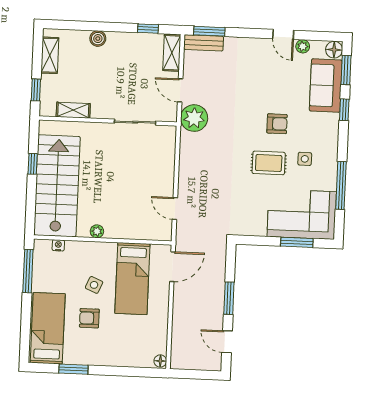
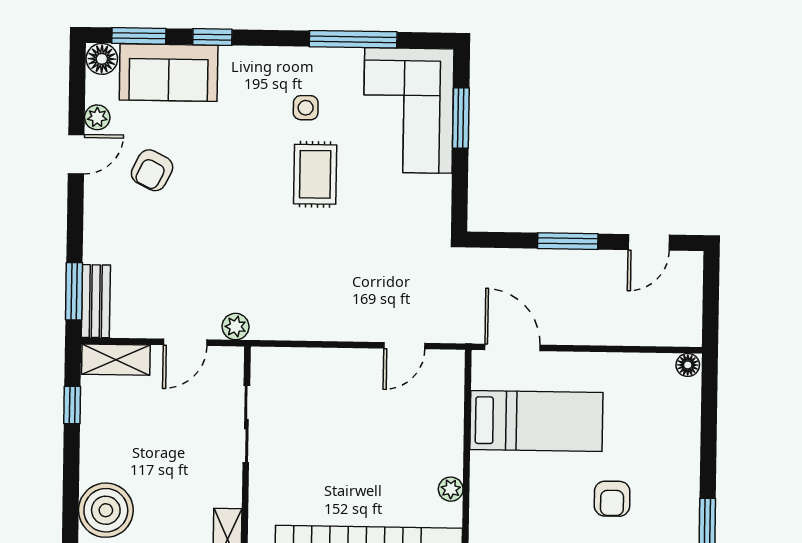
boiler: (98, 39) -> (106, 510), width x1.86, depth x1.86
plant: (194, 118) -> (236, 327), width x0.53, depth x0.53
armchair: (277, 124) -> (152, 170), moved, turned -153
side table: (94, 285) -> (550, 492), removed

